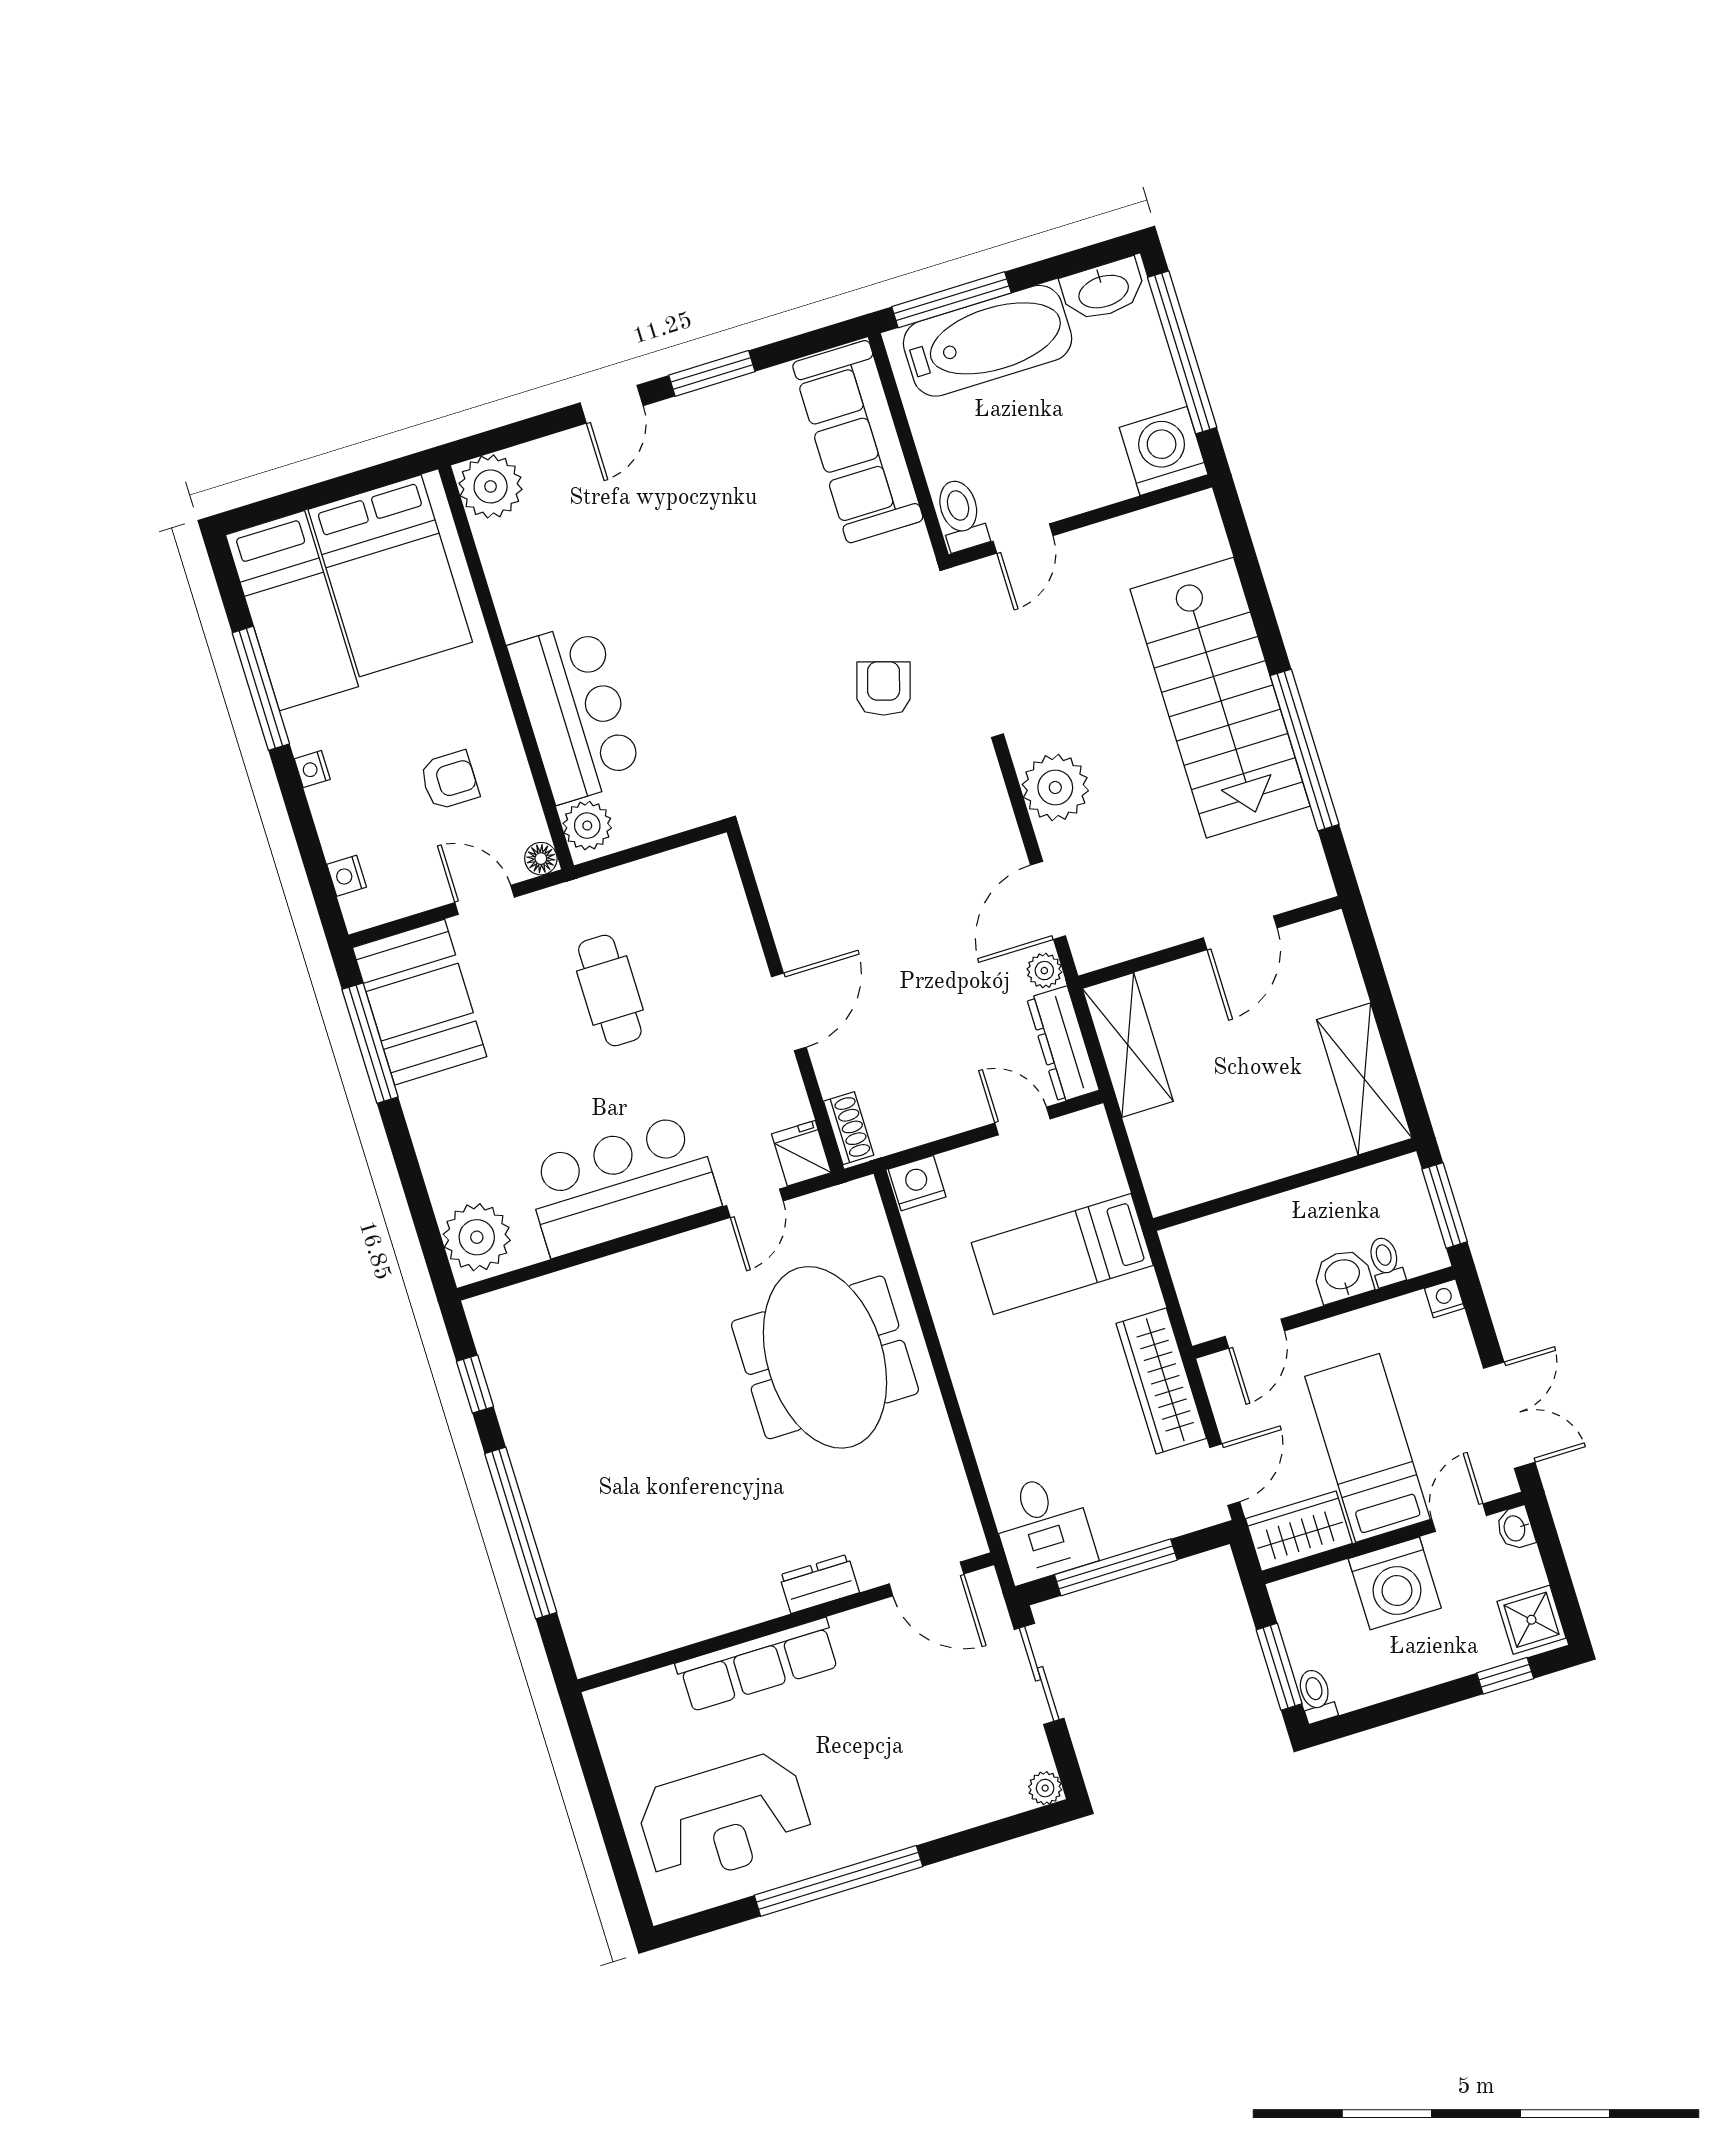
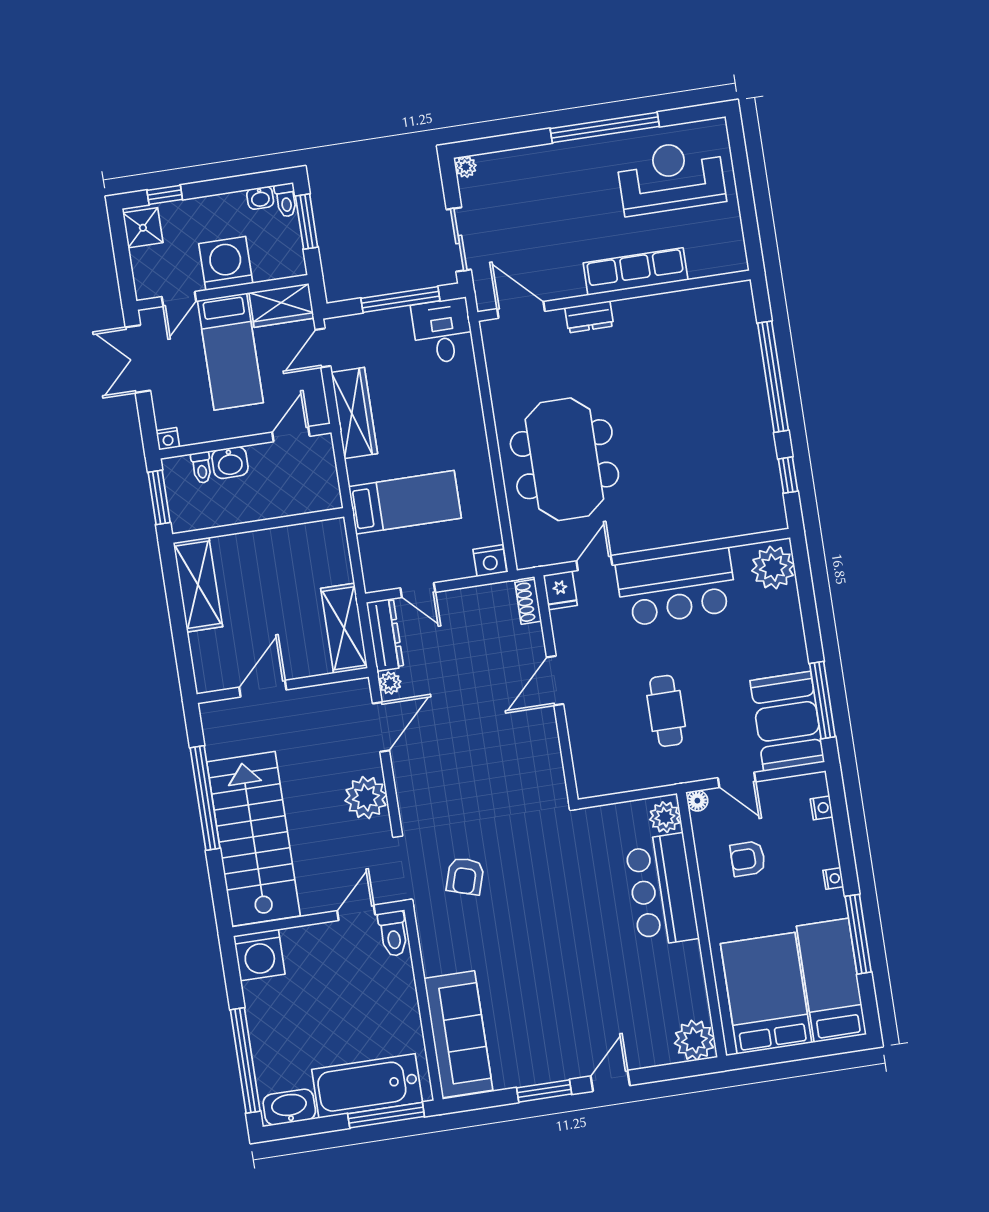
washing machine: (1164, 451) -> (259, 955), moved
toilet: (961, 515) -> (393, 934), moved
wall: (1080, 521) -> (318, 919), moved
door: (1023, 539) -> (356, 913), moved
washbasin: (1515, 1528) -> (260, 198), moved, turned 90

